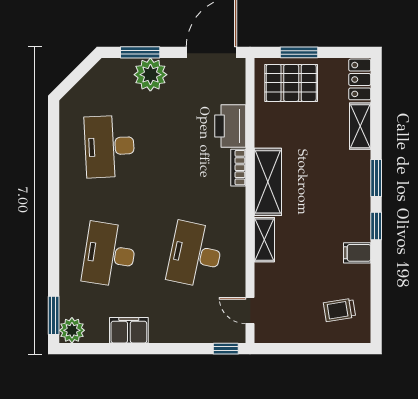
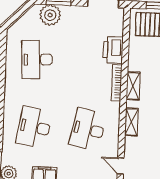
plant: (150, 75) -> (50, 15), moved
bookcase: (238, 168) -> (117, 83), width x1.56
shelving: (268, 182) -> (133, 86), width x0.67, depth x0.75

